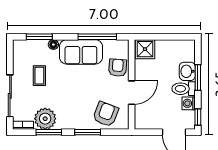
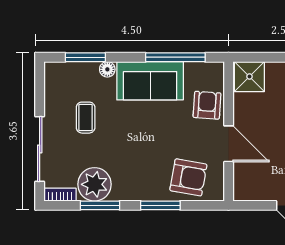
door: (132, 93) -> (229, 144), hinge flipped
armchair: (106, 114) -> (188, 177), turned 79

